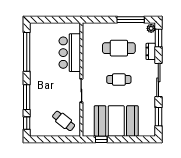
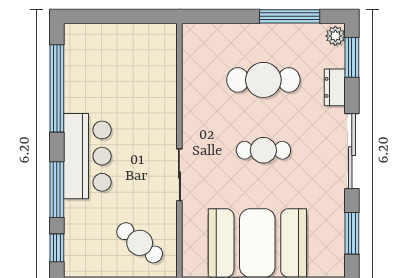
bar counter: (70, 53) -> (87, 156), moved, turned 180

